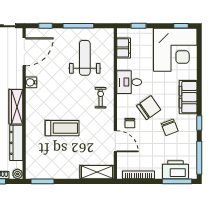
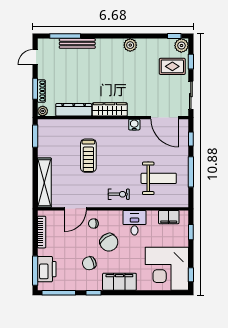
shelving: (97, 172) -> (44, 183), width x1.47

